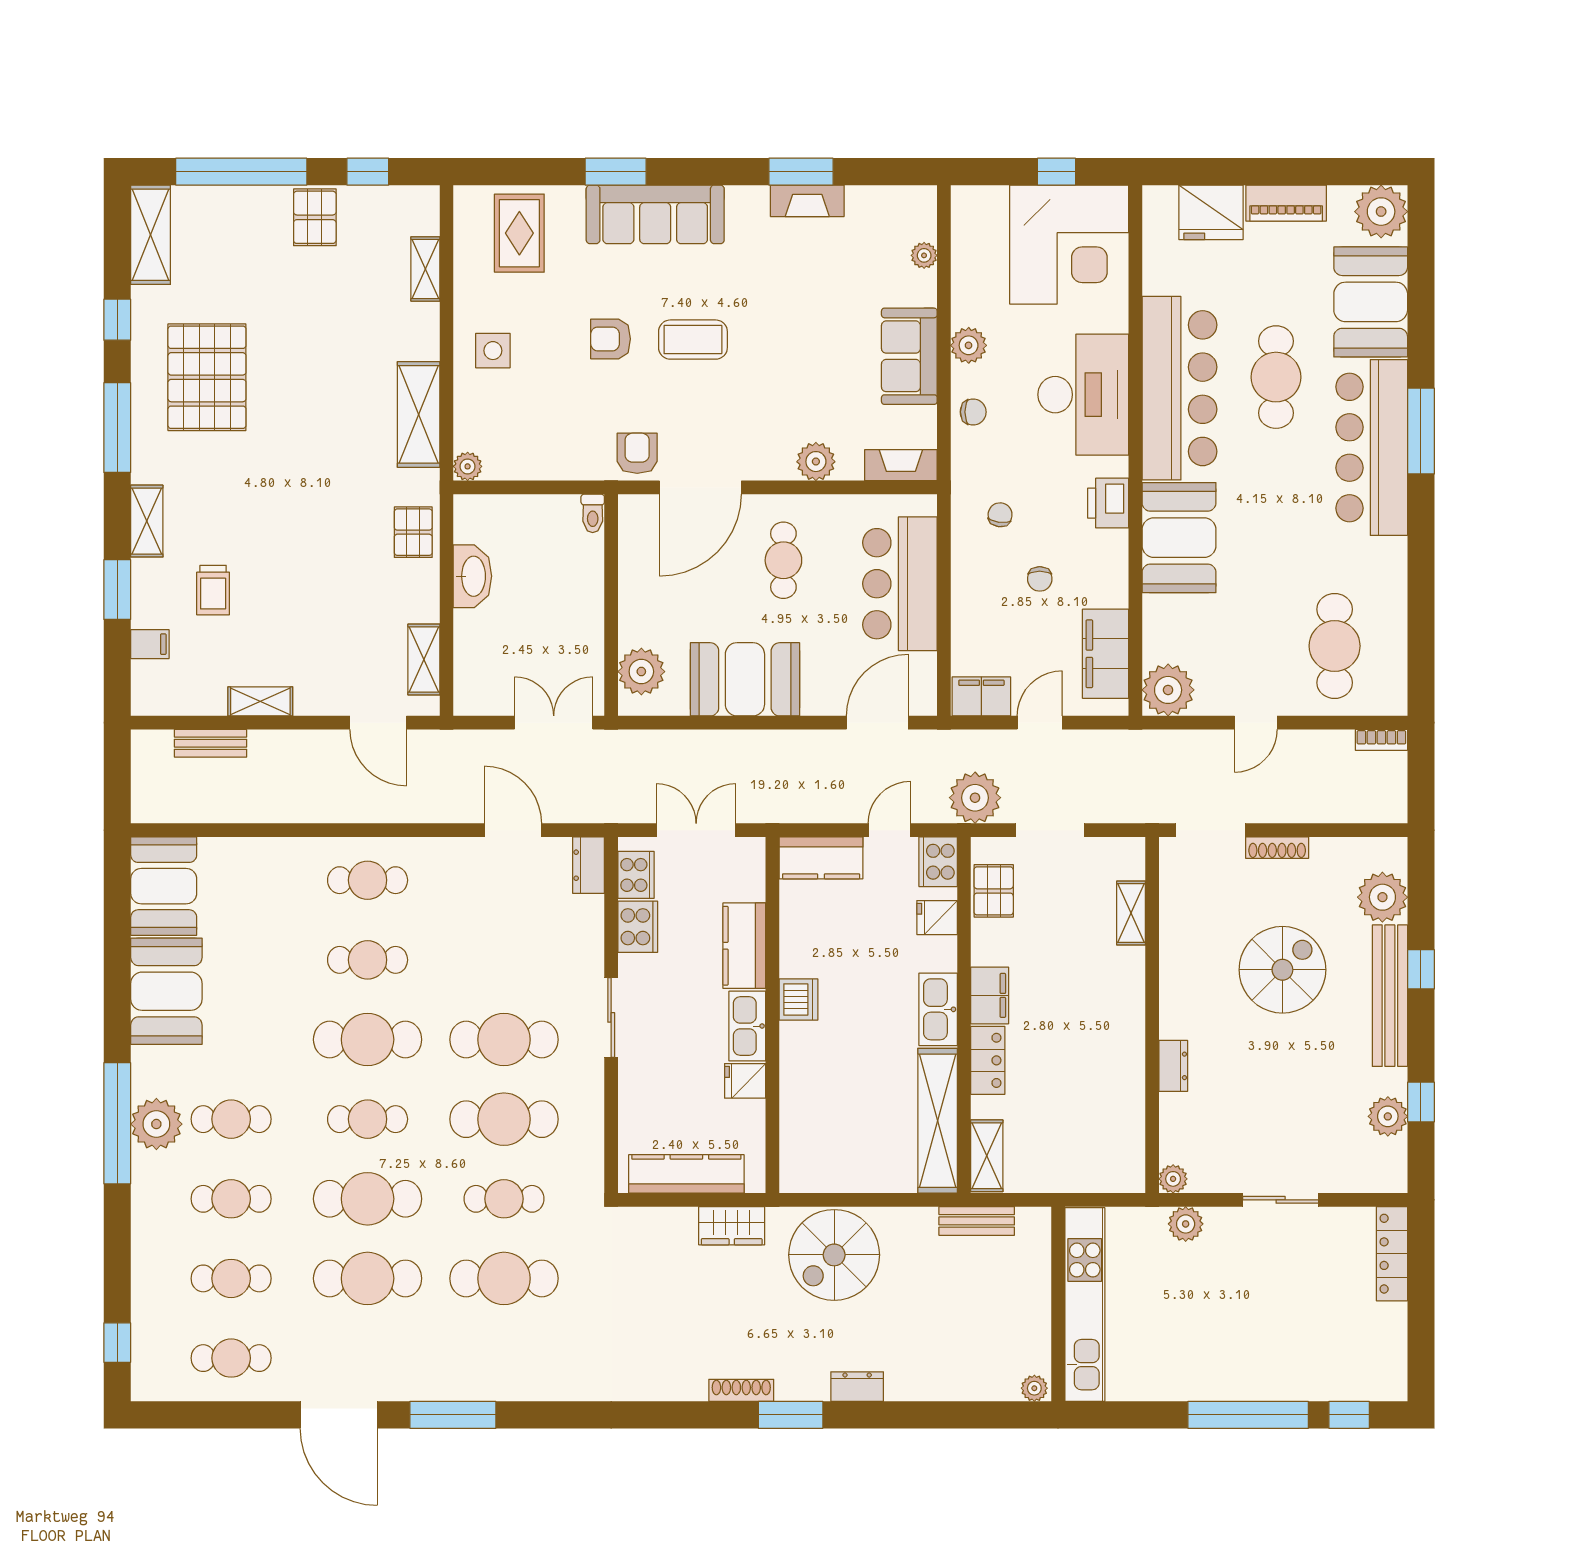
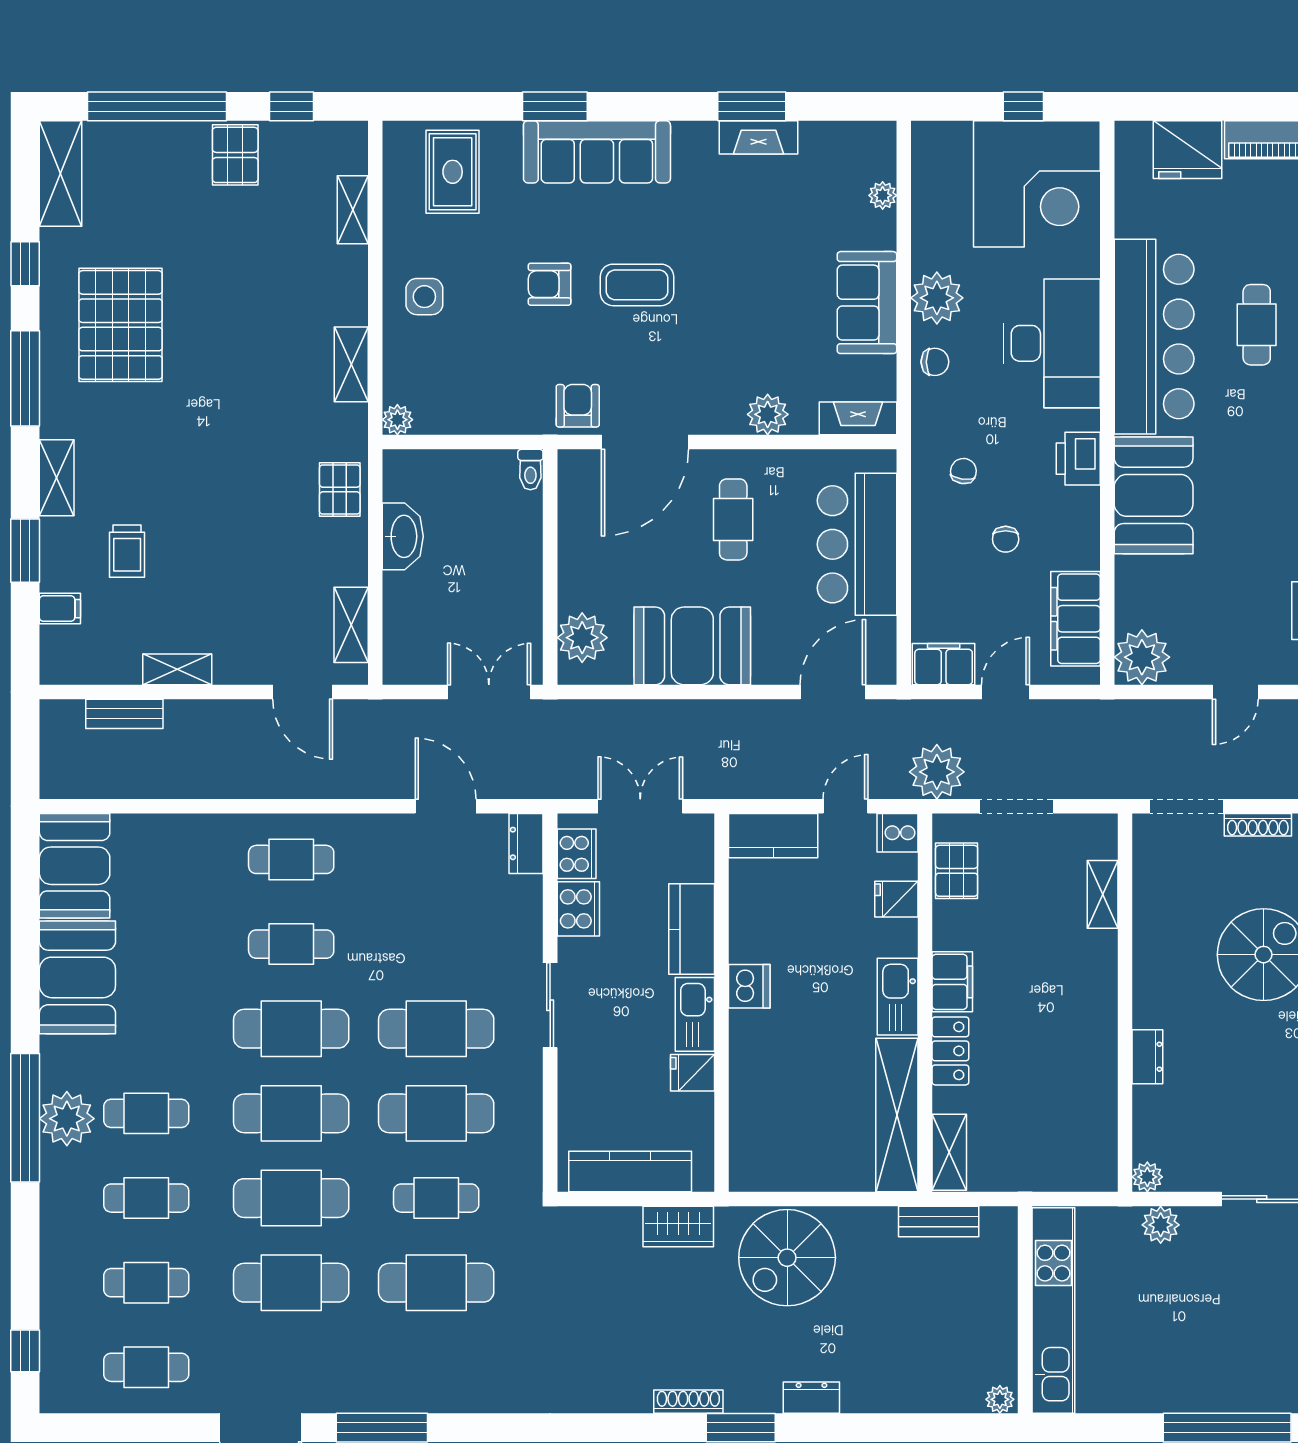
plant: (969, 345) -> (937, 298), width x1.36, depth x1.36
cafe table: (1276, 377) -> (1257, 325), width x0.73, depth x0.74
shelving: (419, 414) -> (351, 364), width x0.67, depth x0.75
cooker: (938, 862) -> (898, 833), width x0.73
cafe table: (368, 1119) -> (291, 1113), width x1.37, depth x1.35

